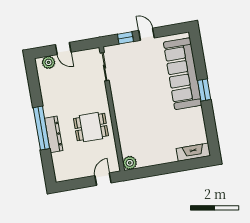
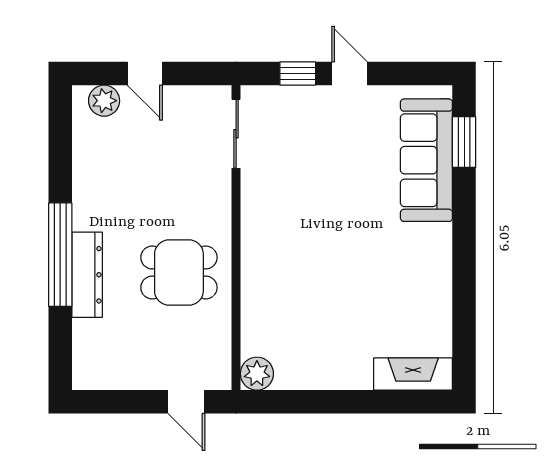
sofa: (183, 74) -> (426, 160), width x0.74, depth x0.79
window: (204, 90) -> (464, 142), moved
door: (103, 179) -> (186, 402), swing flipped

